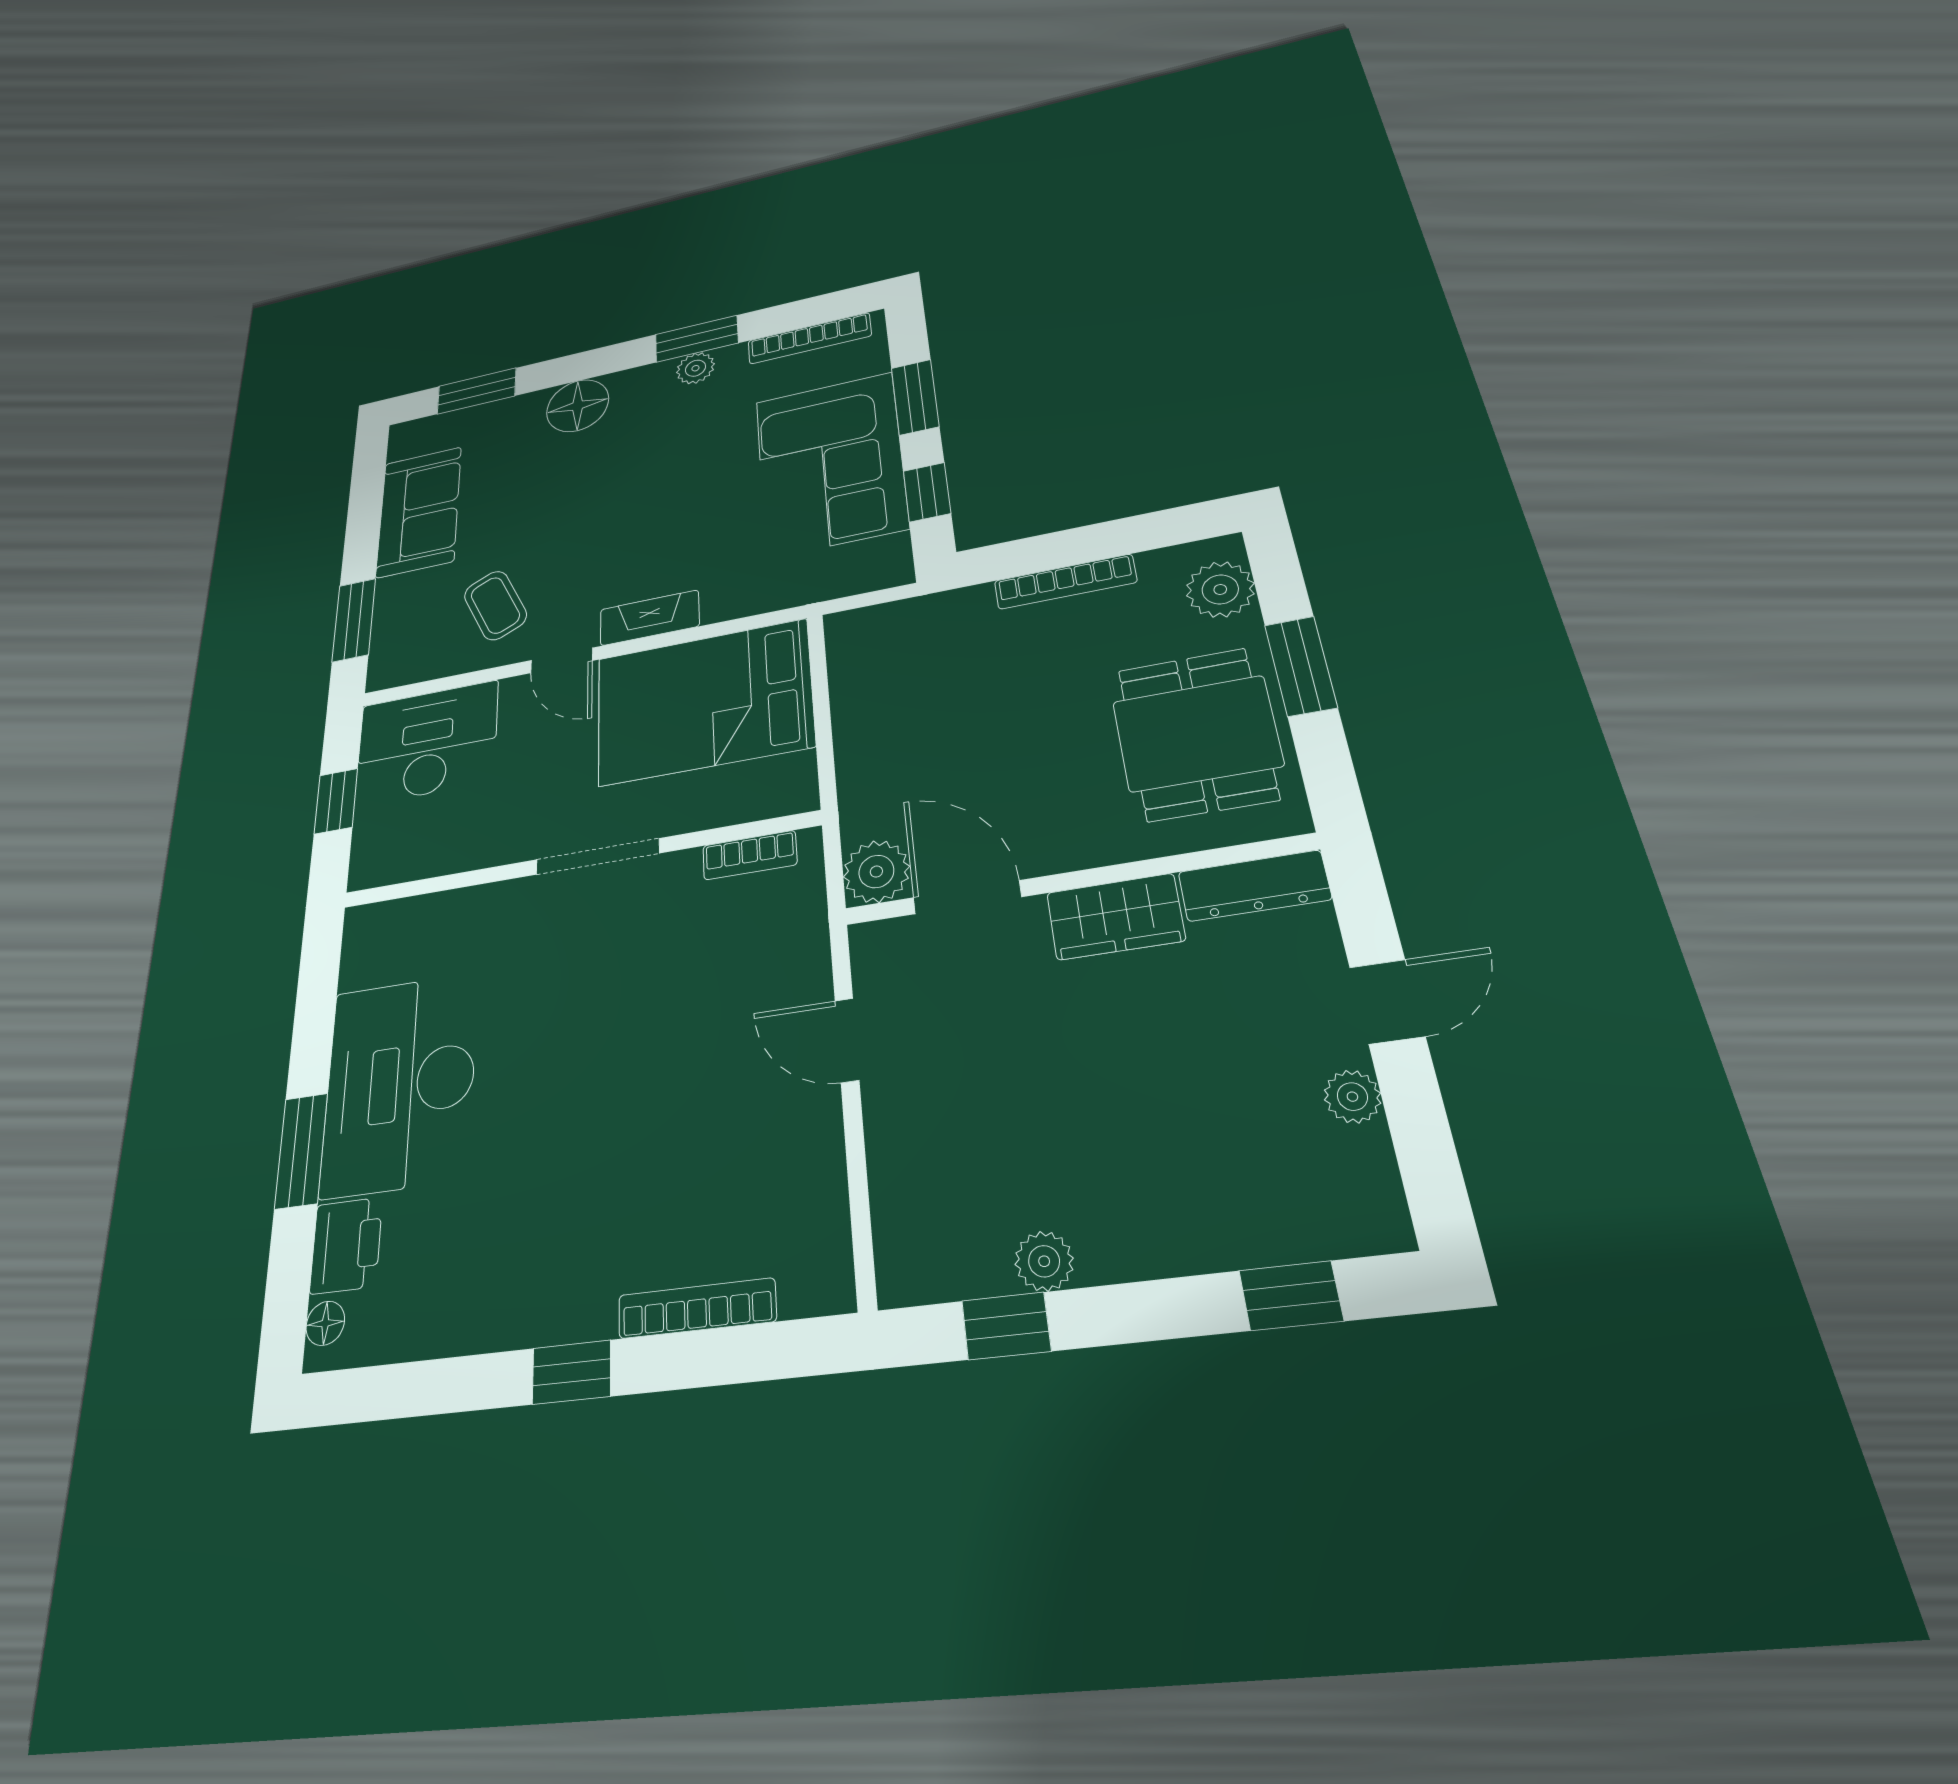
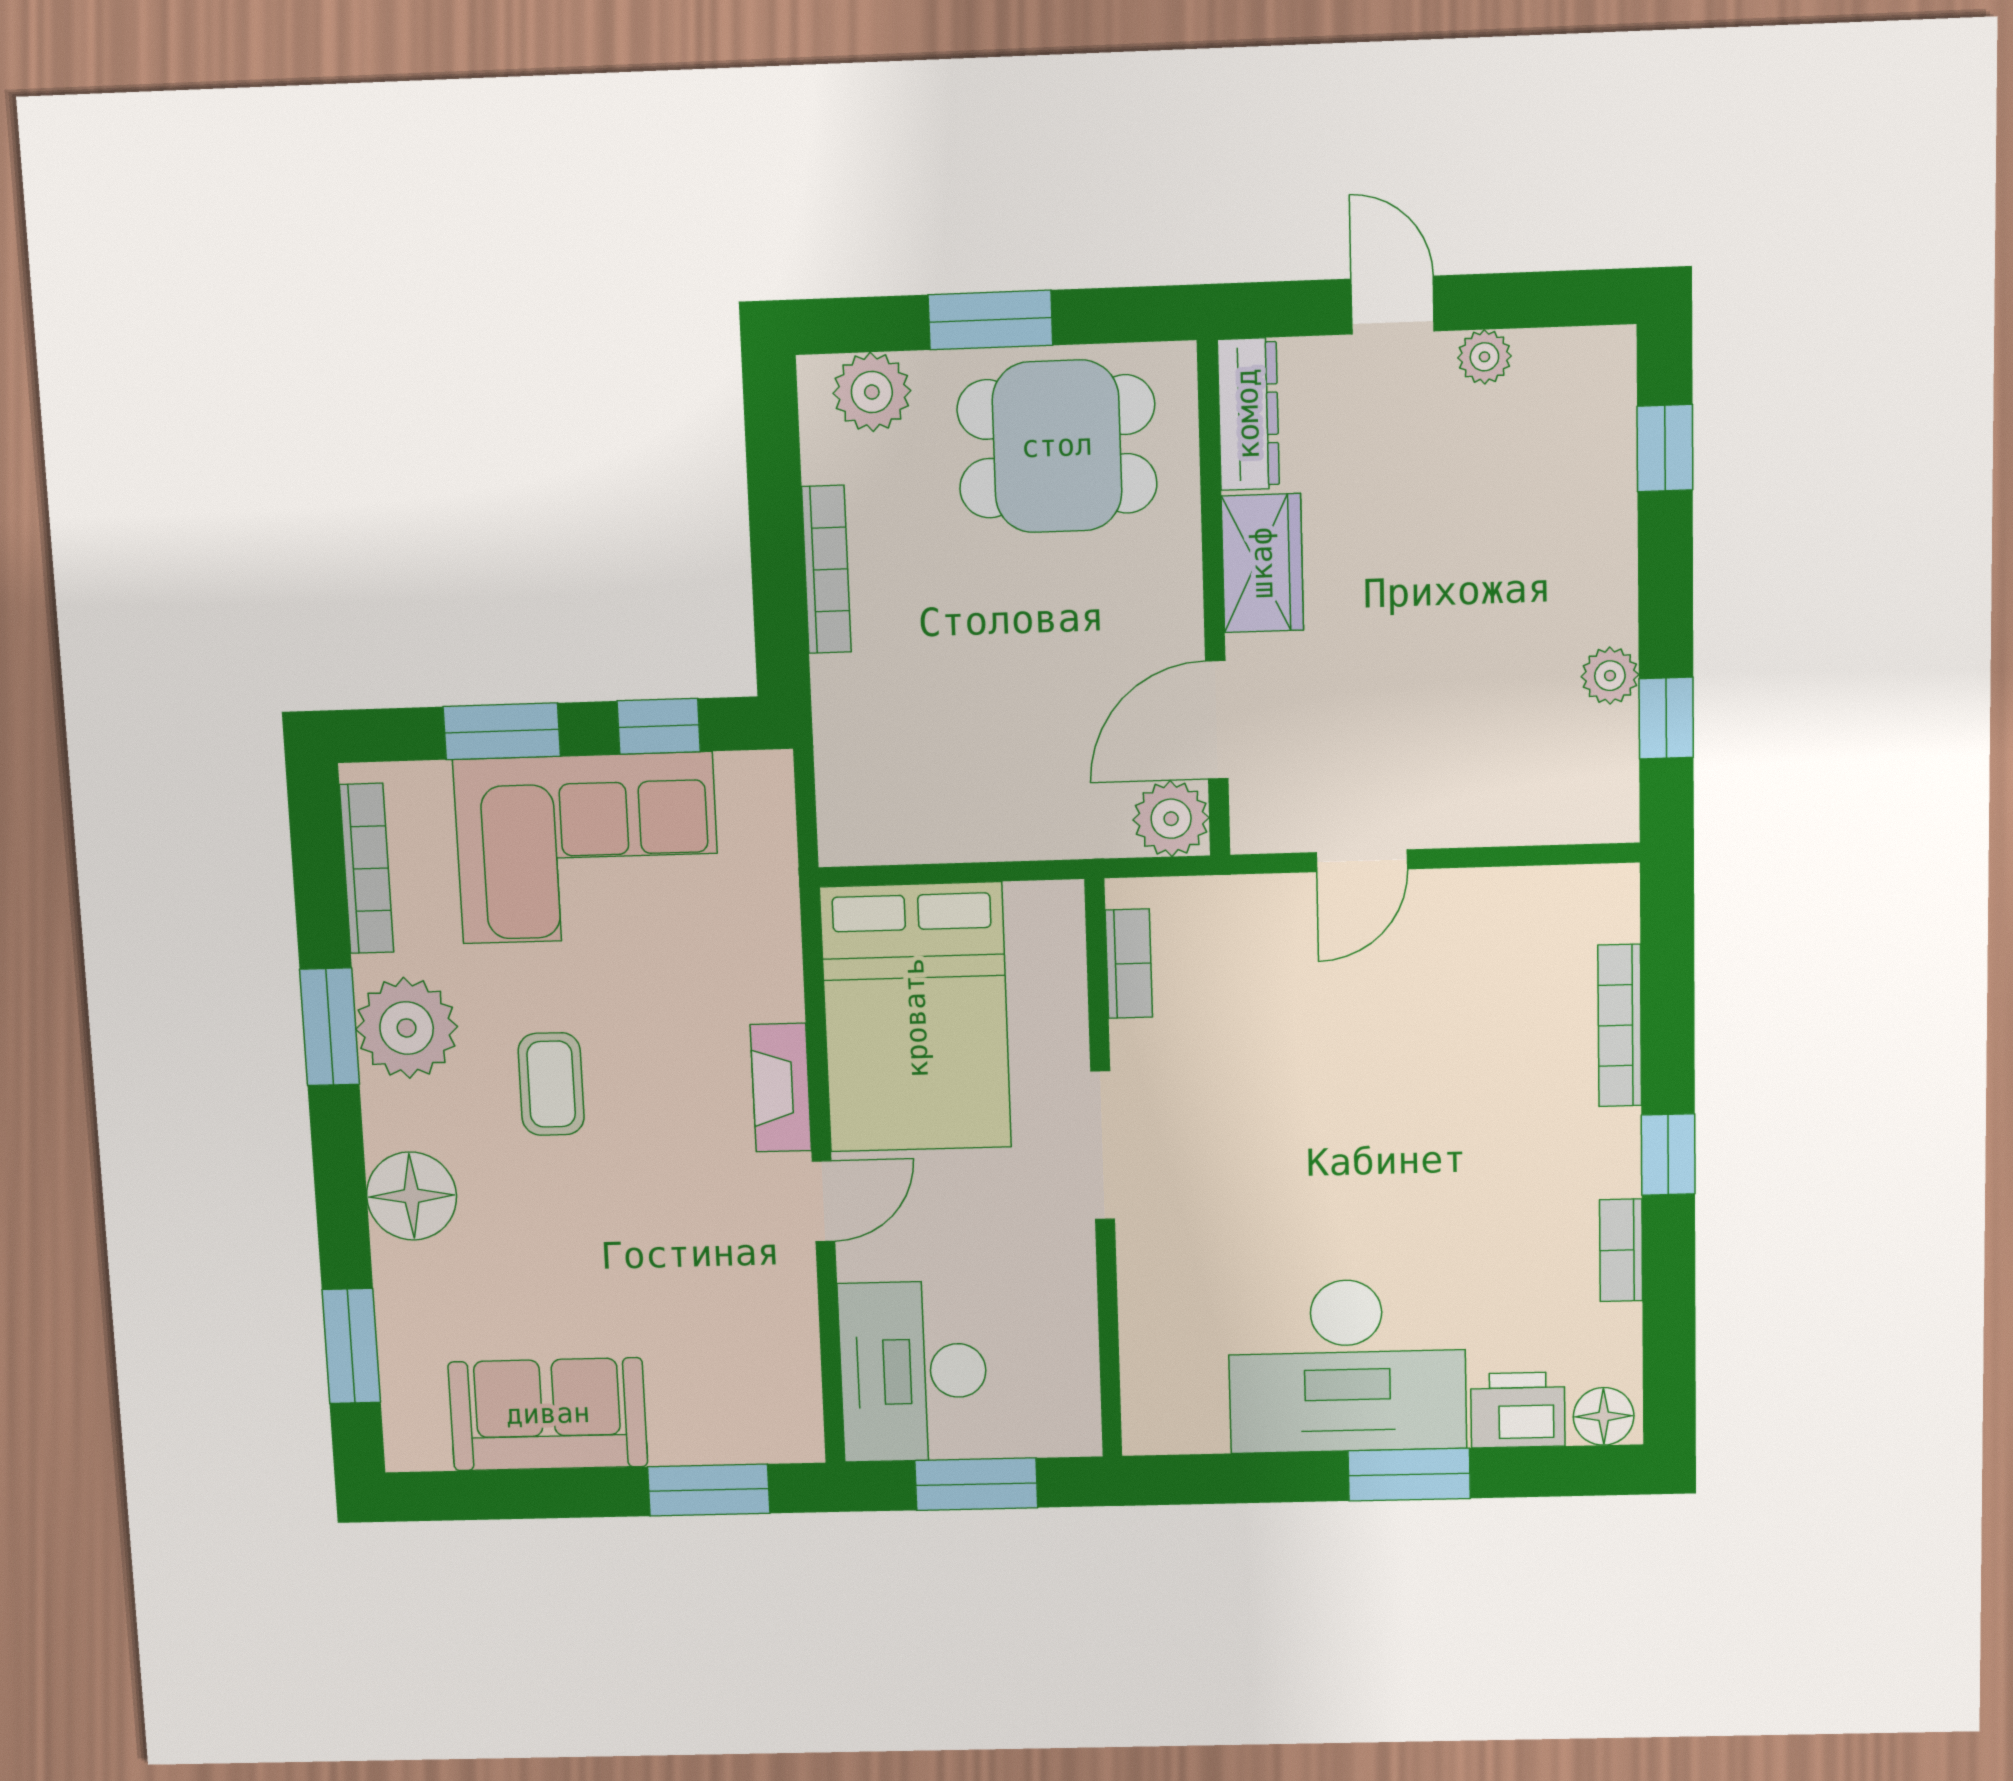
plant: (695, 368) -> (407, 1028), width x1.87, depth x1.87
coffee table: (495, 605) -> (551, 1084), moved, turned -65
window: (336, 801) -> (976, 1484), width x1.50
floor lamp: (325, 1323) -> (1604, 1416), width x1.37, depth x1.37
bookcase: (483, 1332) -> (1621, 1250), added

